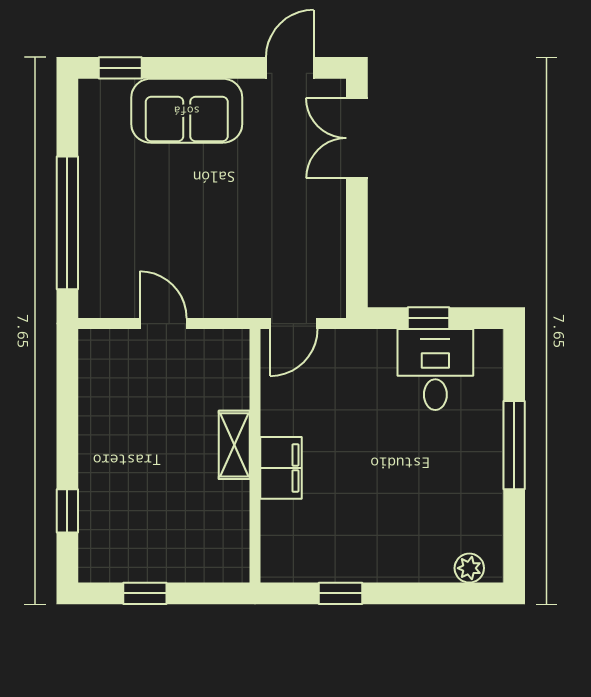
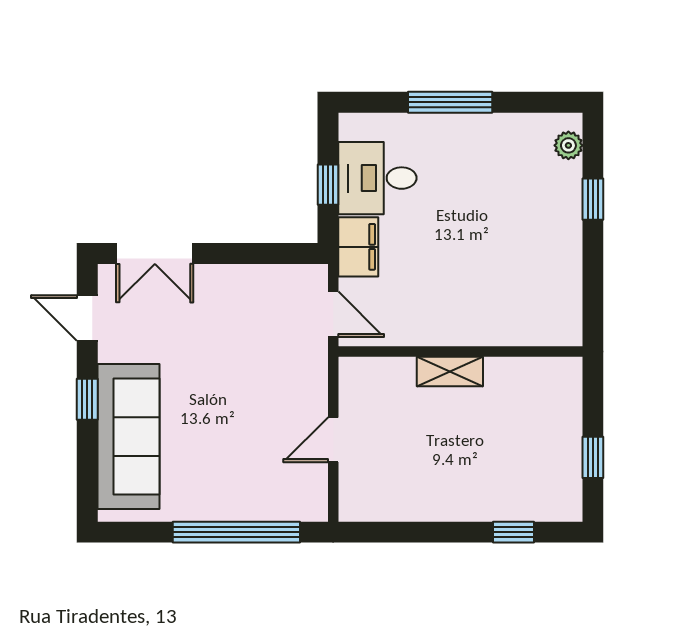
window: (120, 68) -> (87, 399), moved
sofa: (187, 111) -> (128, 436), width x1.36
filing cabinet: (281, 468) -> (358, 247), moved, turned 90
window: (340, 593) -> (593, 199), moved

